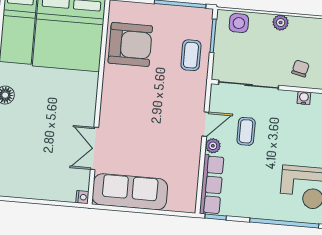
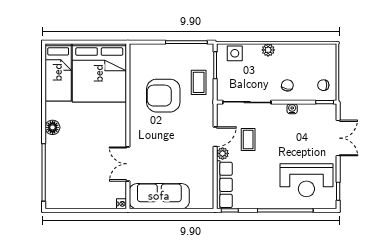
armchair: (130, 44) -> (163, 96), moved, turned 180

